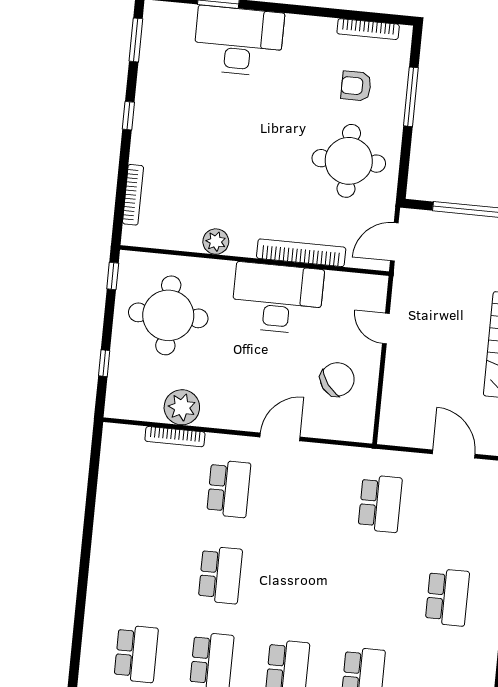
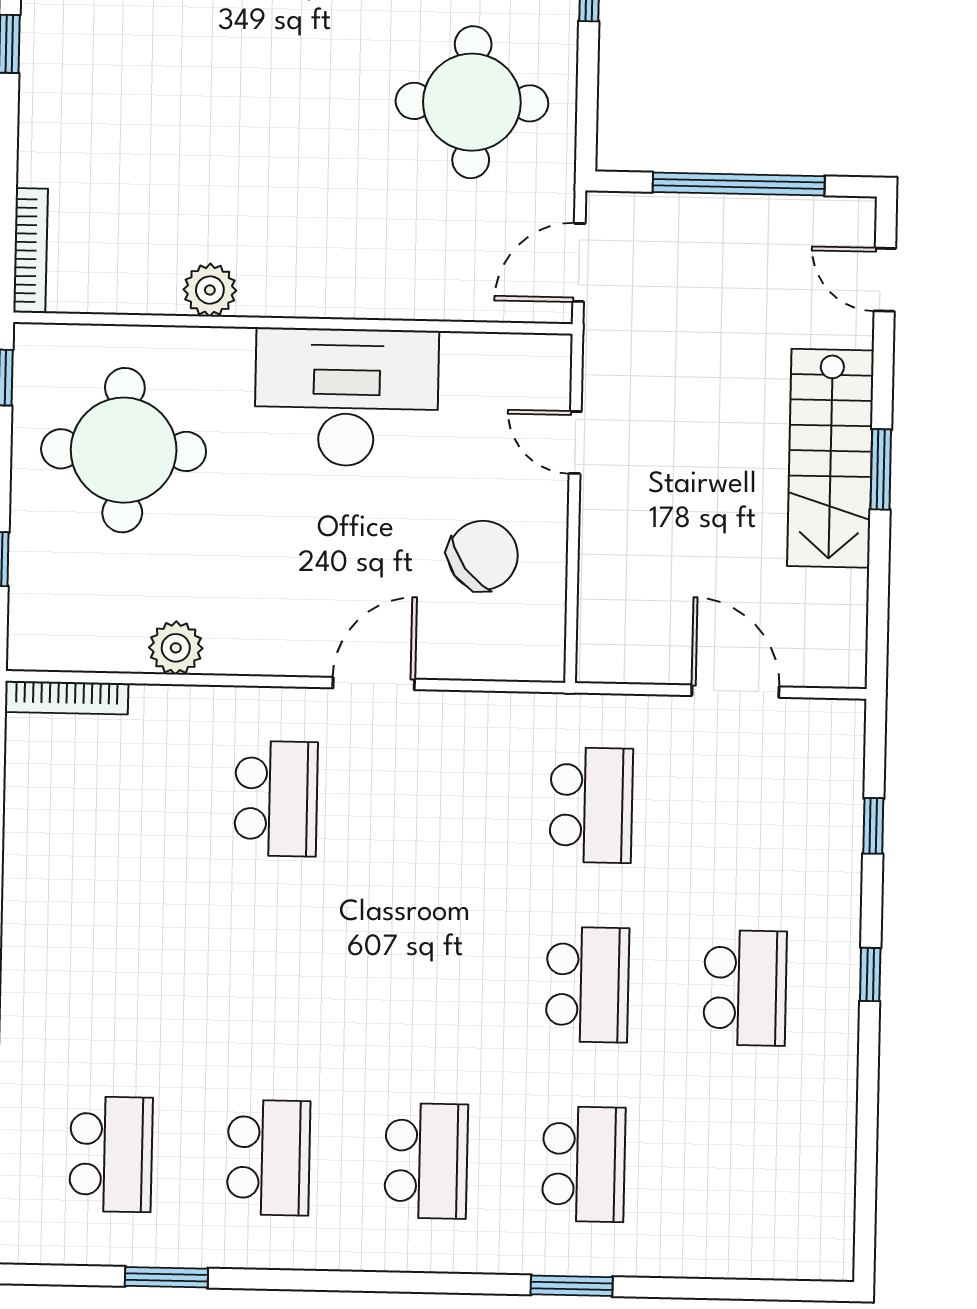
bookcase: (133, 195) -> (31, 251), moved
bookcase: (301, 253) -> (388, 300), removed
plant: (182, 407) -> (176, 648), width x0.73, depth x0.73
bookcase: (175, 437) -> (67, 698), moved
school desk: (220, 575) -> (587, 985), moved

